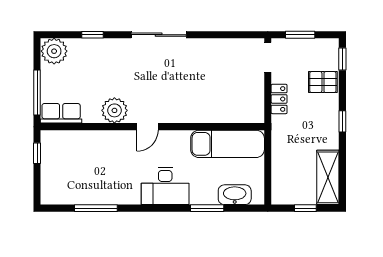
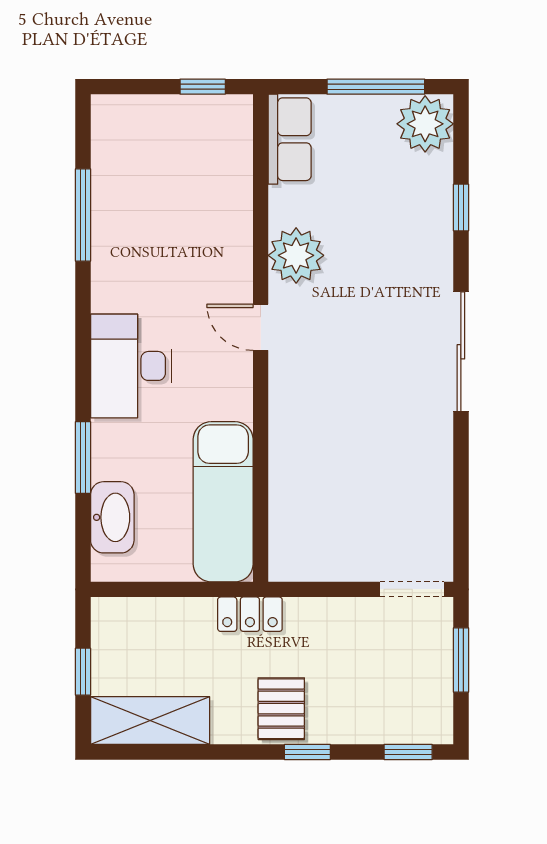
pallet: (323, 82) -> (281, 709), moved
window: (37, 92) -> (376, 87), moved
locker: (279, 99) -> (250, 614), moved
window: (342, 121) -> (307, 752), moved

